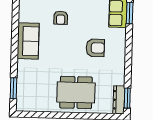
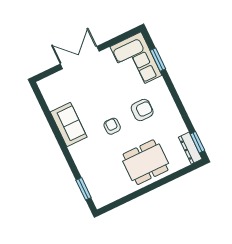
armchair: (61, 18) -> (112, 126), moved, turned 180
sofa: (28, 41) -> (69, 125), moved

